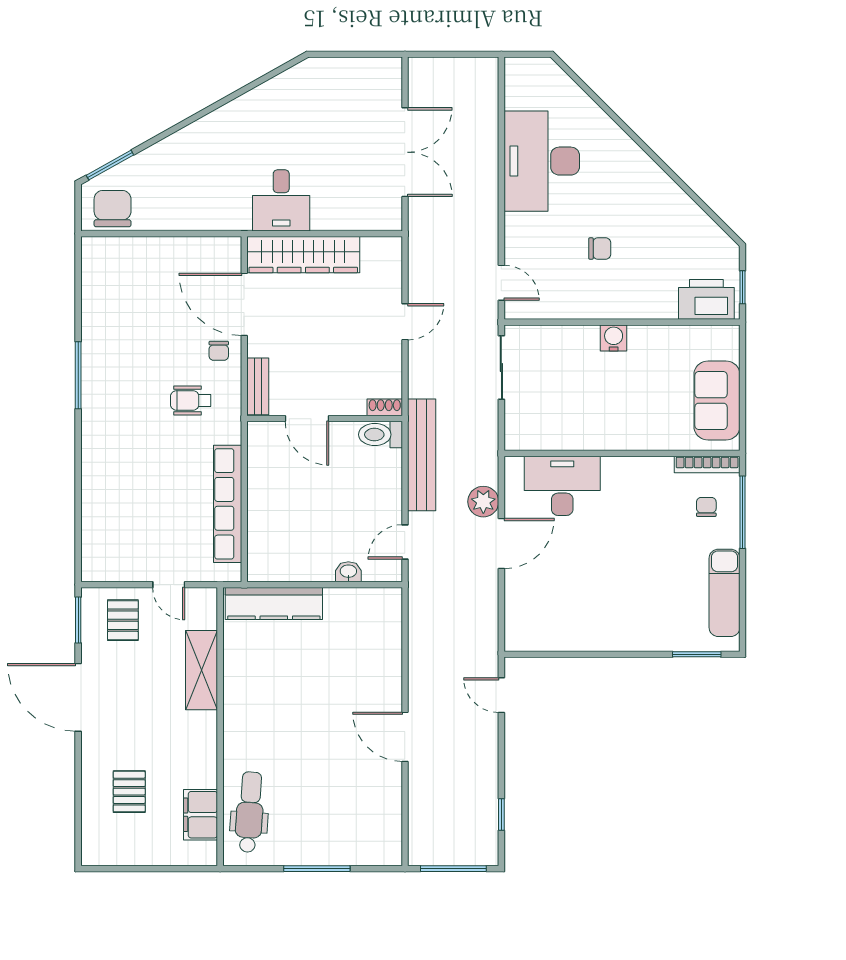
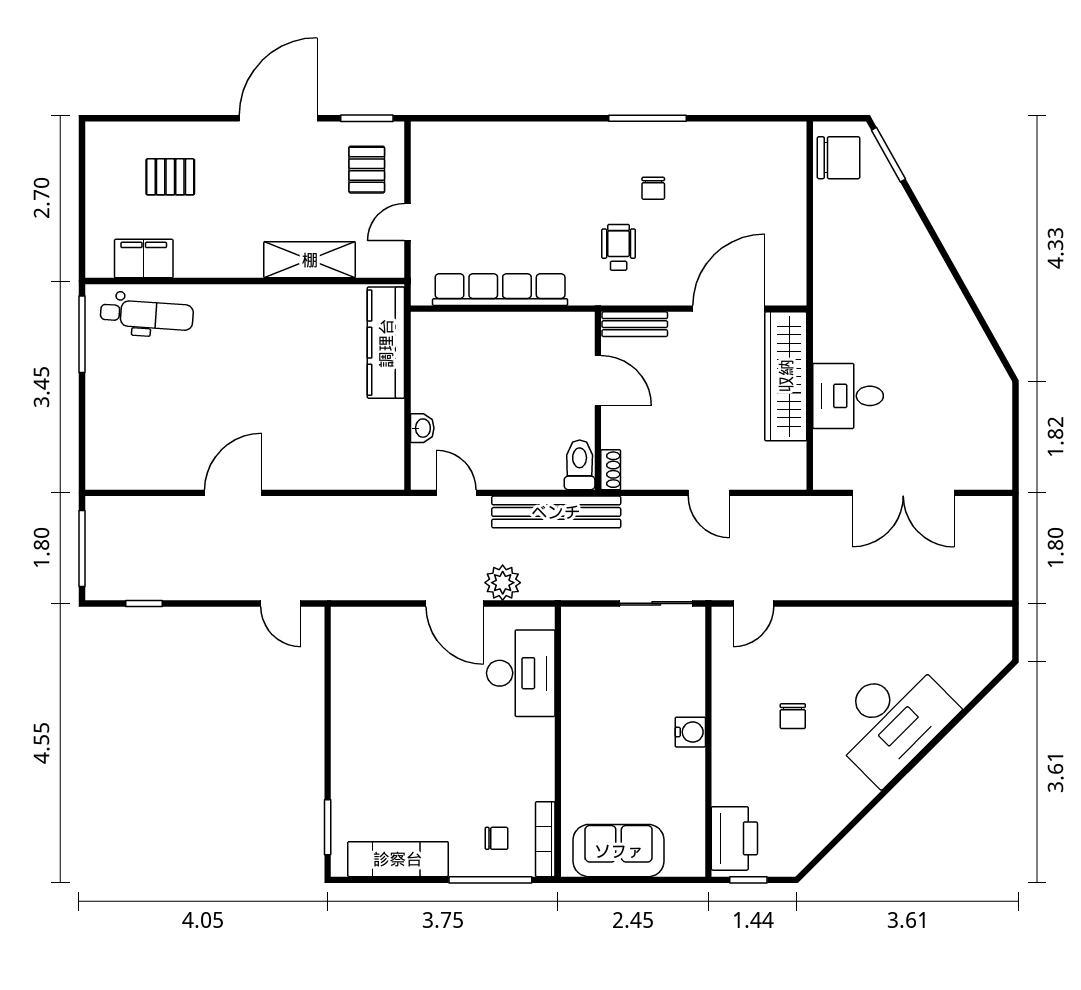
desk: (542, 161) -> (892, 720), moved, turned 135
desk: (281, 200) -> (848, 396), moved
chair: (219, 351) -> (653, 188), moved, turned -90
door: (307, 419) -> (598, 381), swing flipped
pallet: (123, 620) -> (367, 170), turned 90
door: (501, 695) -> (281, 603), swing flipped
window: (317, 869) -> (82, 334), moved

